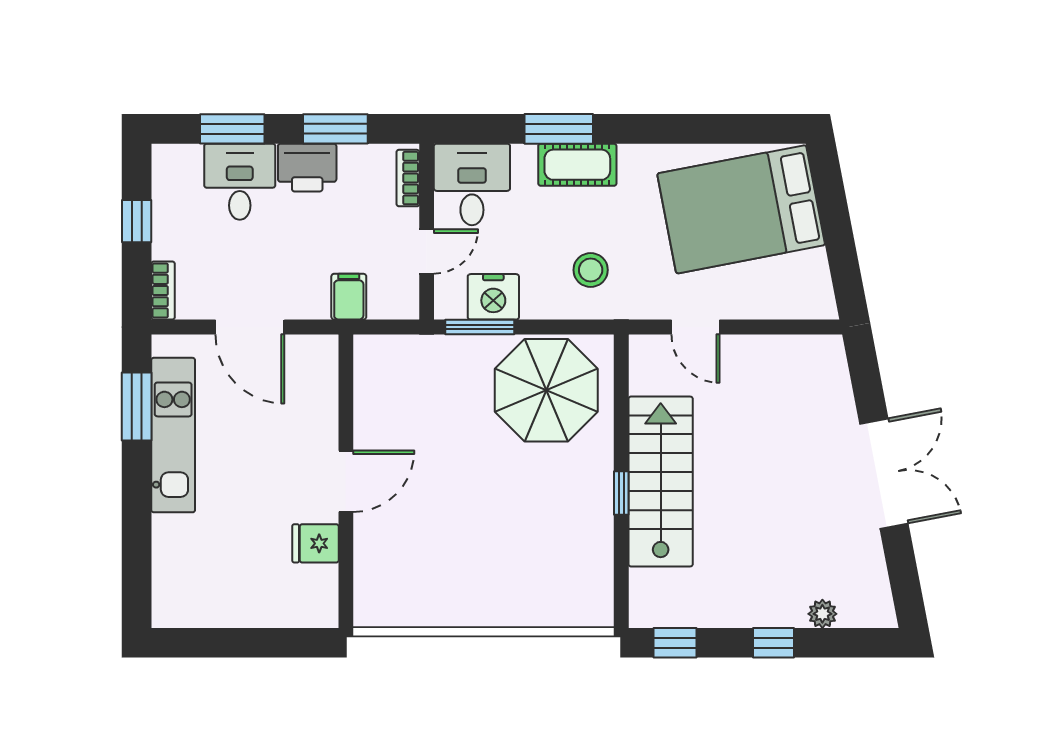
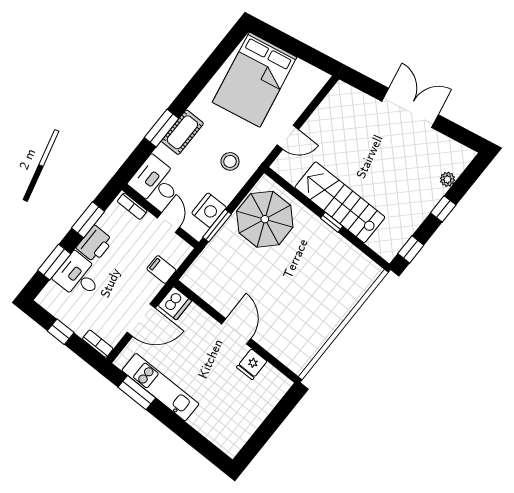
dishwasher: (315, 357) -> (175, 303), added

